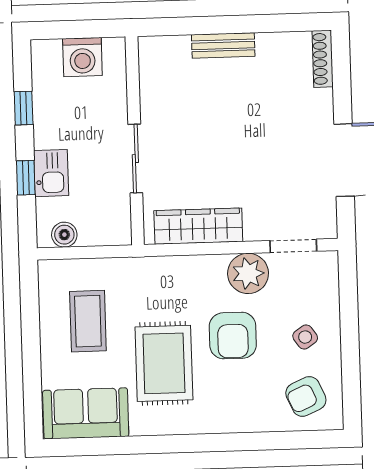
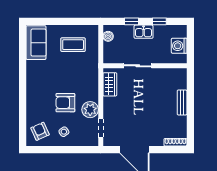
kitchen sink: (51, 173) -> (144, 32), moved
wardrobe: (198, 226) -> (110, 84), width x0.67
rug: (164, 363) -> (55, 75), removed

